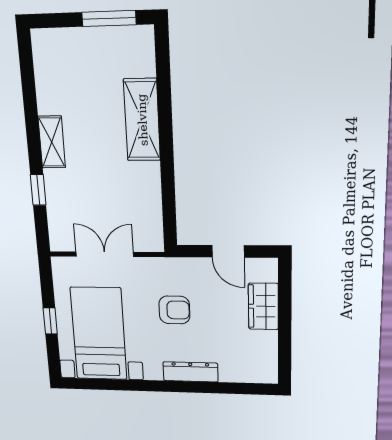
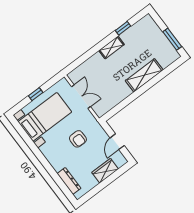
window: (38, 190) -> (123, 28), moved
dresser: (191, 372) -> (69, 181), moved

